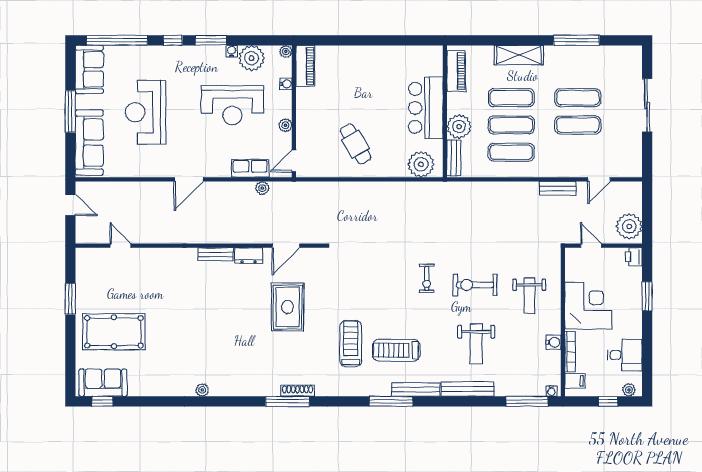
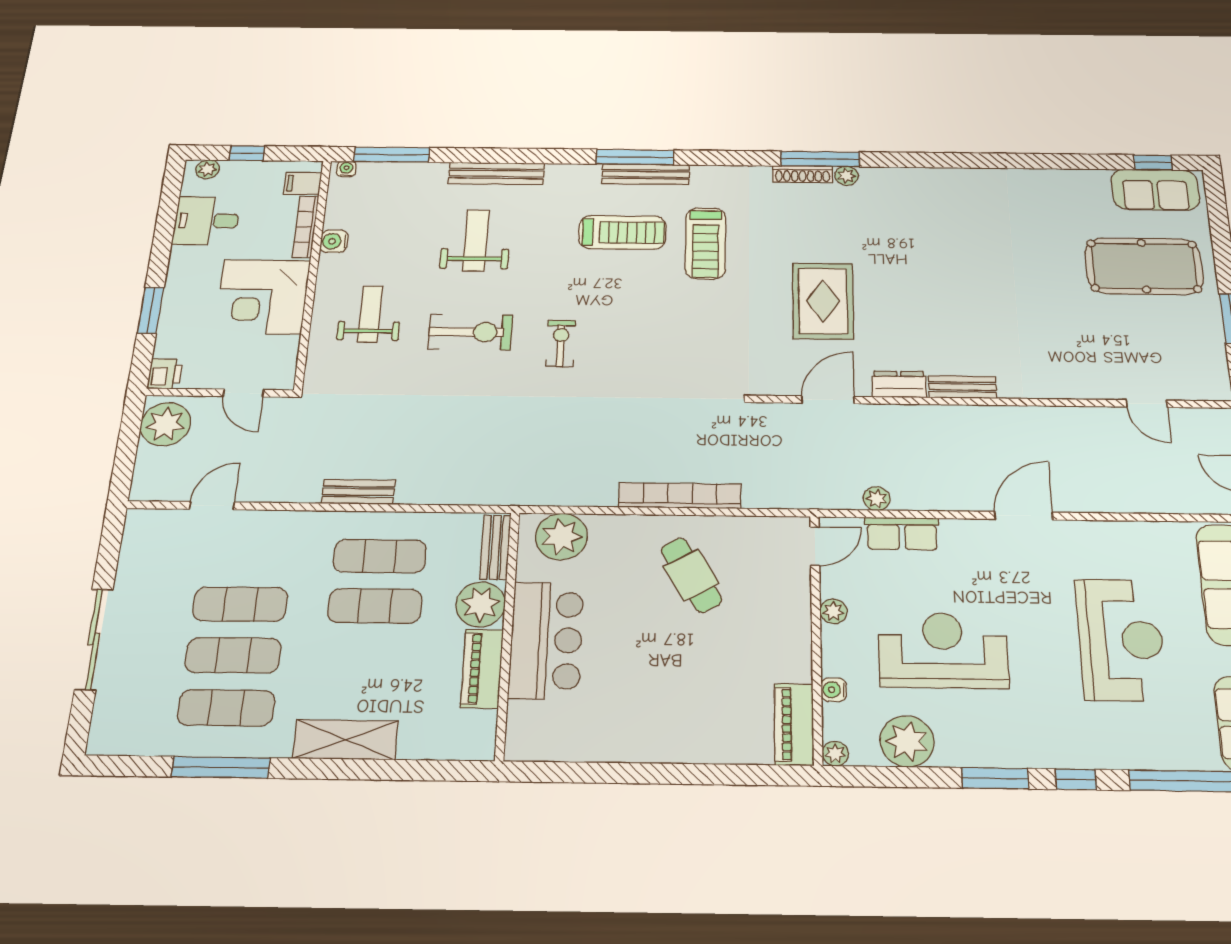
water cooler: (232, 51) -> (950, 756), removed
piano: (456, 71) -> (482, 668), moved
exercise mat: (511, 98) -> (226, 708), moved
bookcase: (362, 188) -> (680, 496), added
bench: (558, 188) -> (358, 492), moved
plant: (202, 390) -> (847, 176), moved
bench: (416, 390) -> (646, 174), moved

